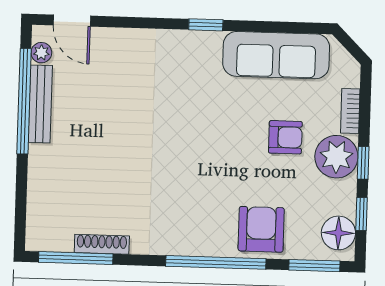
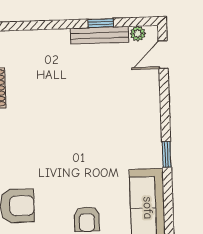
window: (24, 101) -> (101, 23), width x0.32

